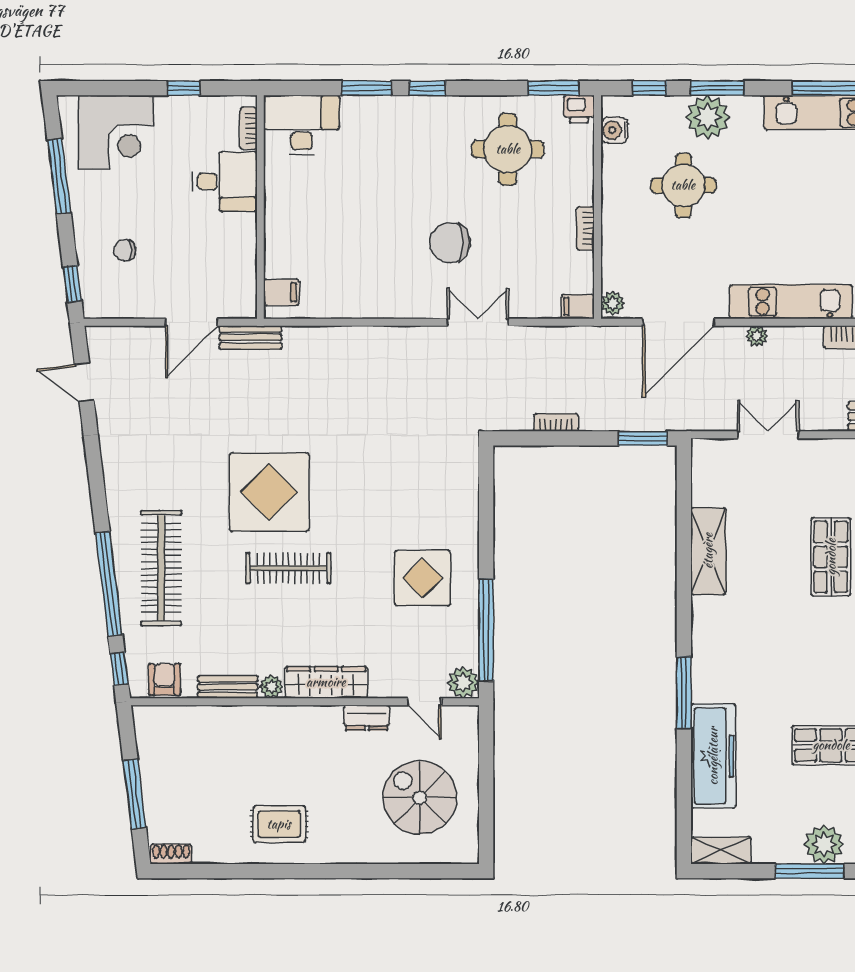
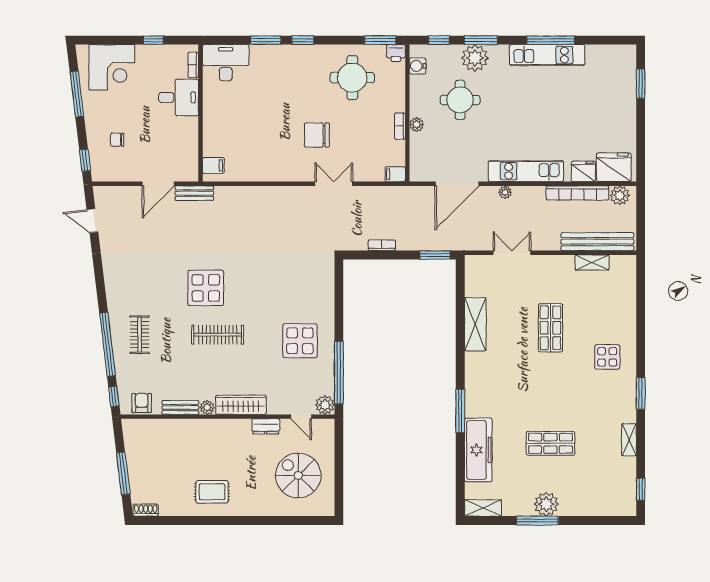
plant: (613, 303) -> (417, 124), moved
display table: (269, 492) -> (206, 288), width x0.73, depth x0.73
clothes rail: (161, 568) -> (140, 335), width x0.54, depth x0.76

